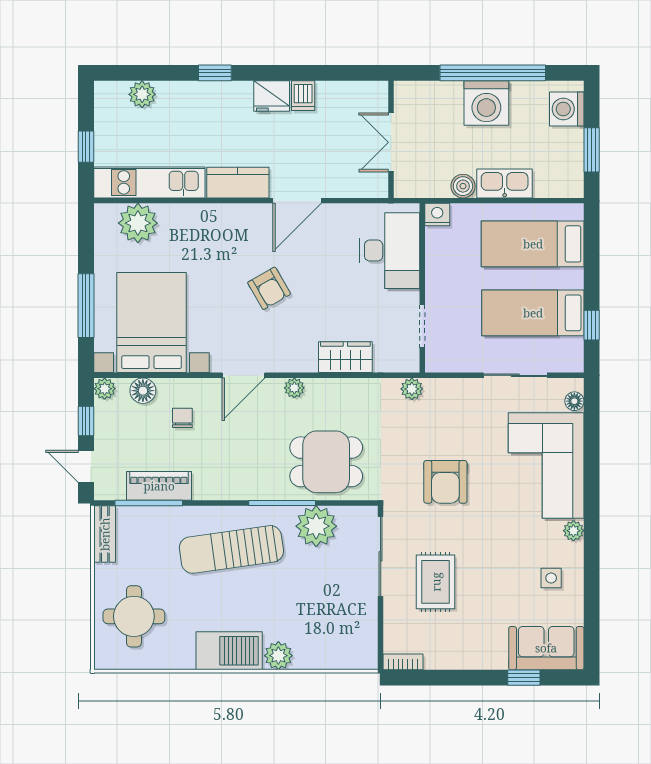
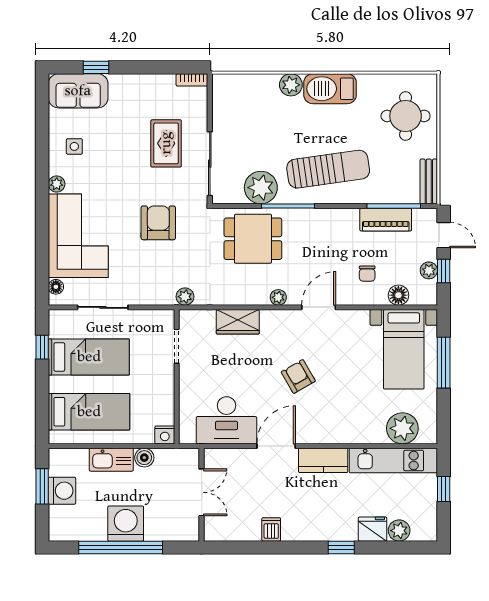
fridge: (272, 96) -> (373, 529), moved
washing machine: (567, 109) -> (62, 491), moved
desk: (390, 251) -> (226, 420), moved, turned -90
bed with nightstands: (152, 322) -> (404, 349), width x0.73
plant: (105, 389) -> (429, 270), moved

